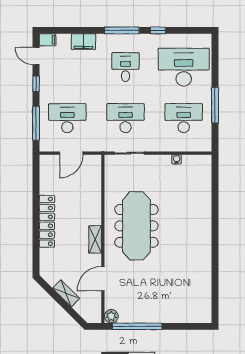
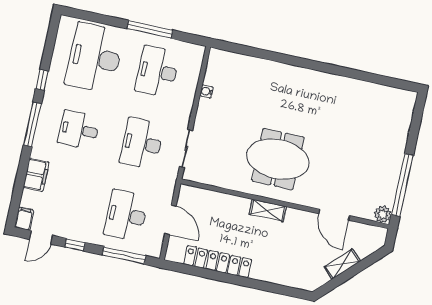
locker: (47, 221) -> (218, 262), moved
meeting table: (136, 226) -> (278, 159), width x0.73
shelving: (95, 239) -> (268, 210), moved

